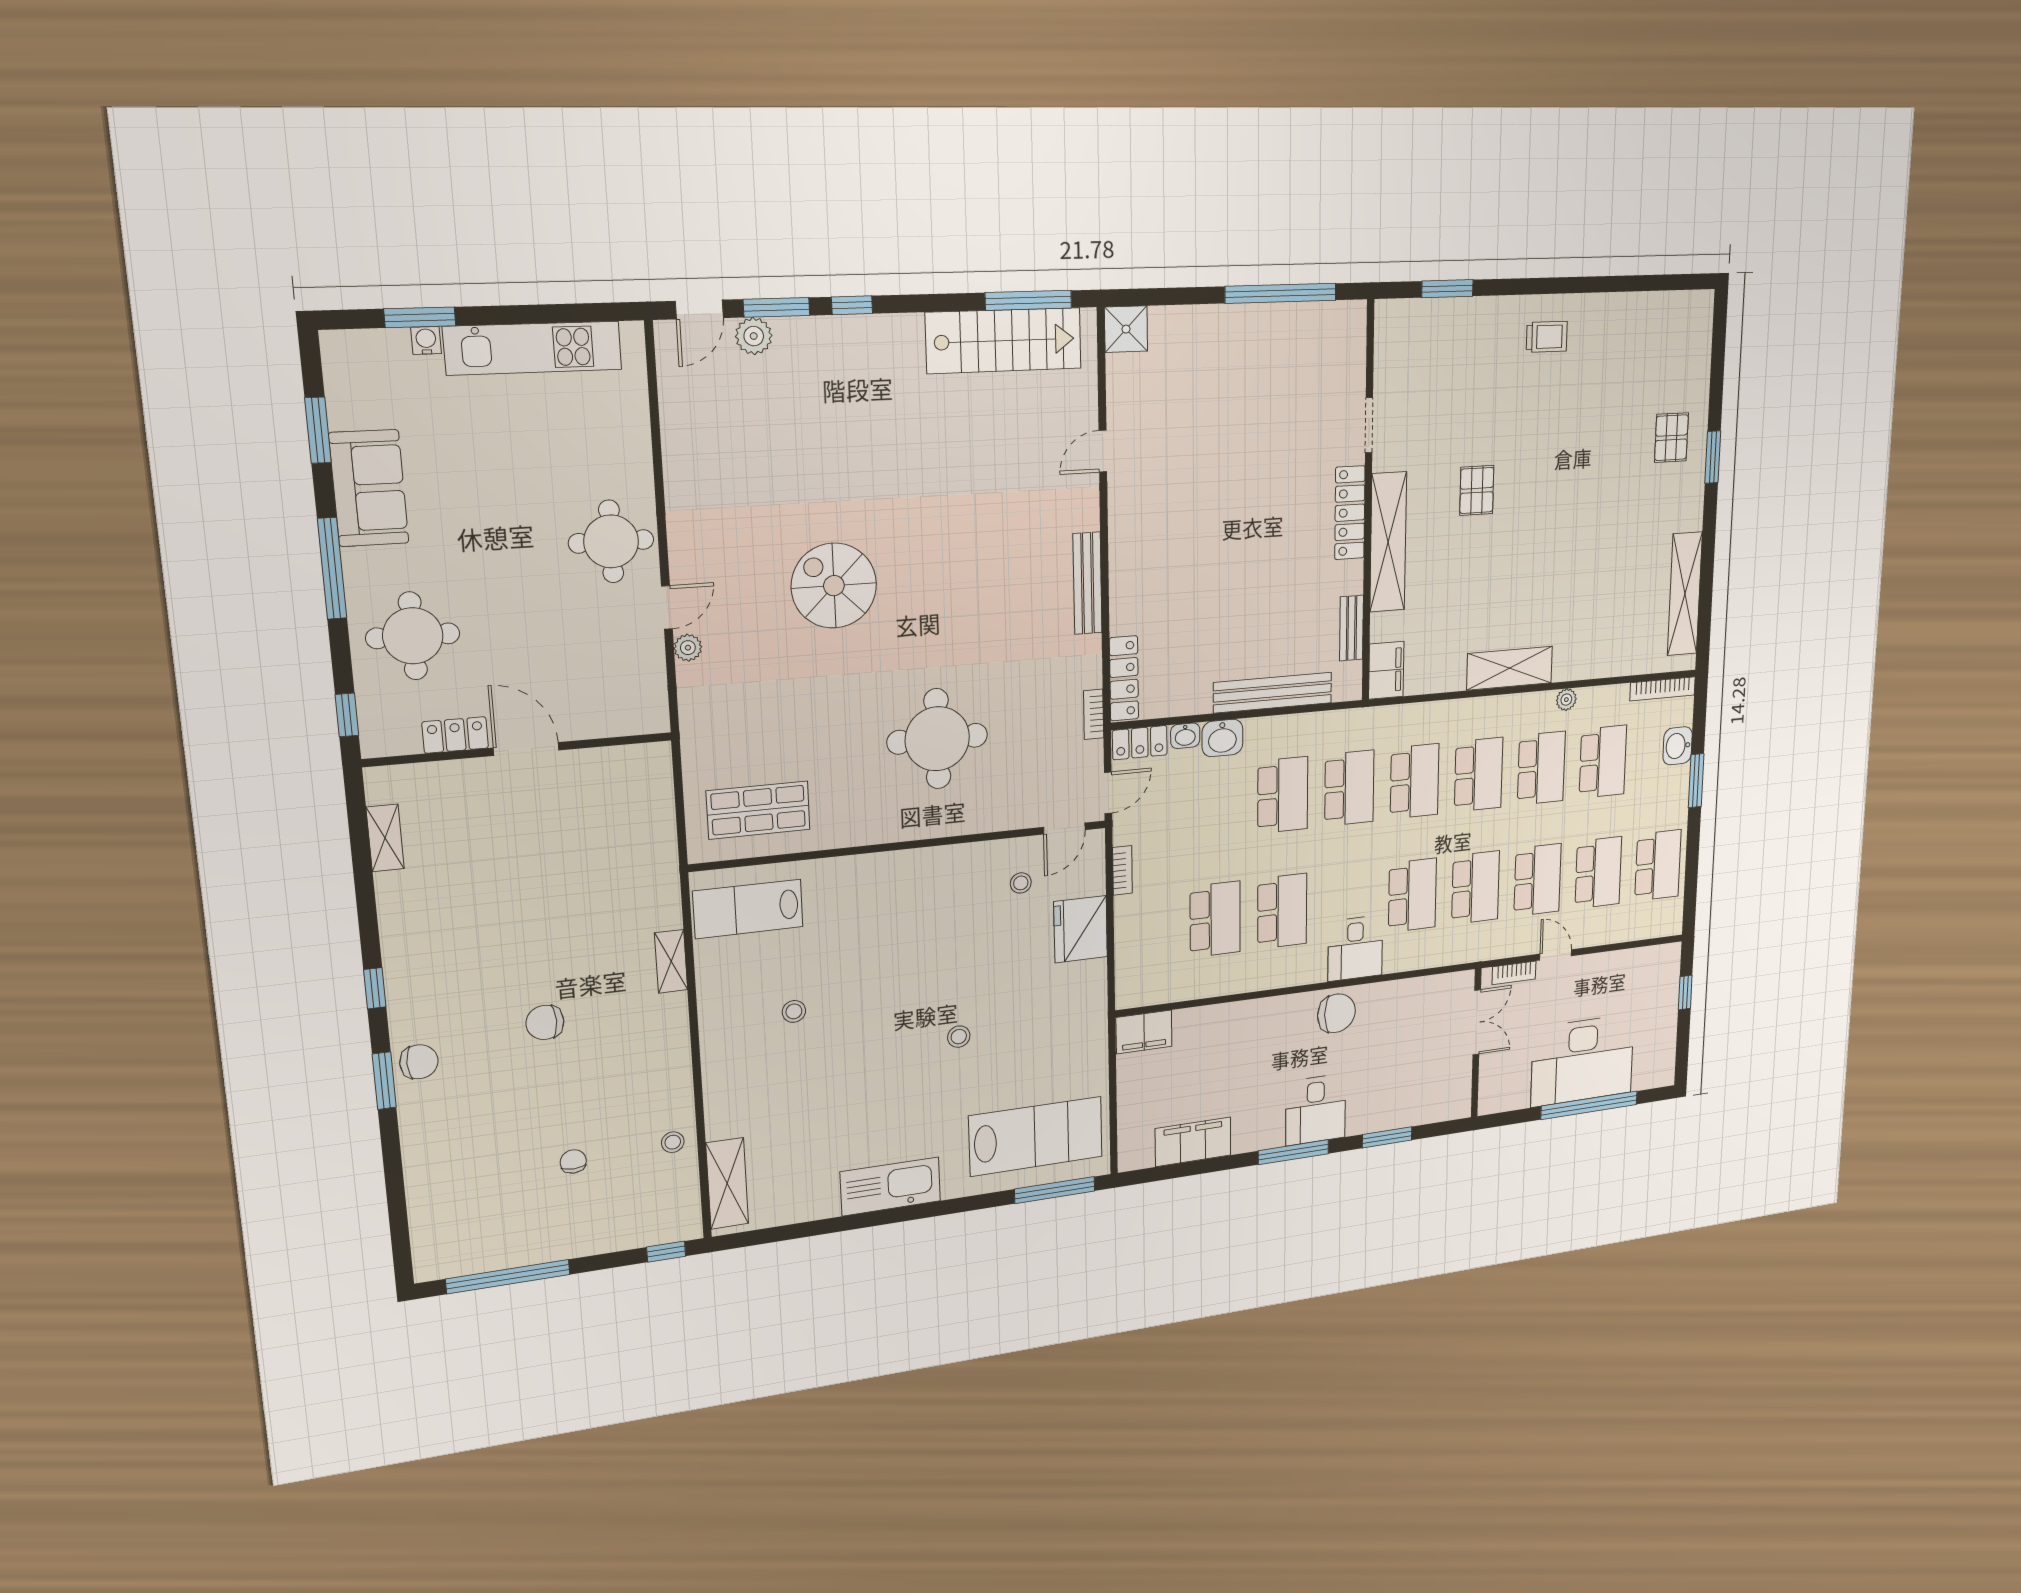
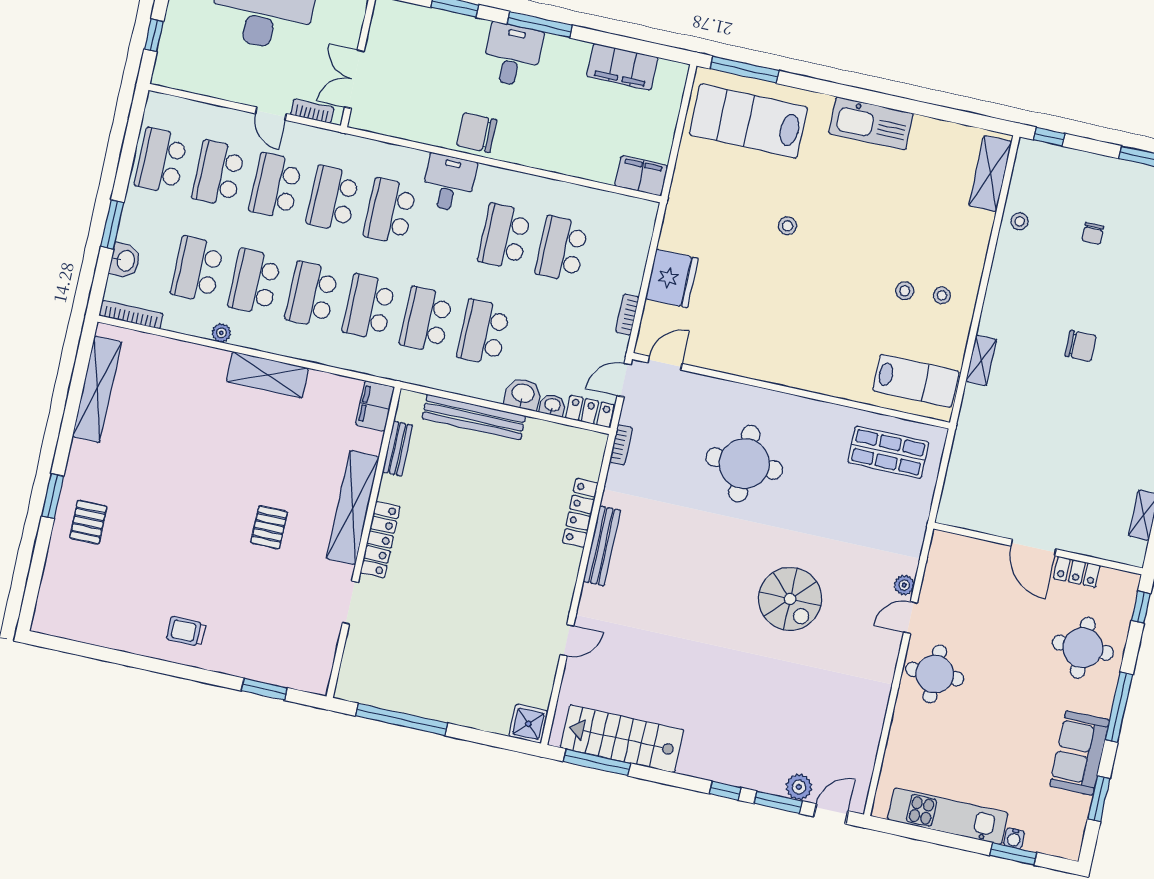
locker: (1124, 678) -> (580, 513), moved
stool: (1021, 883) -> (942, 295), moved

